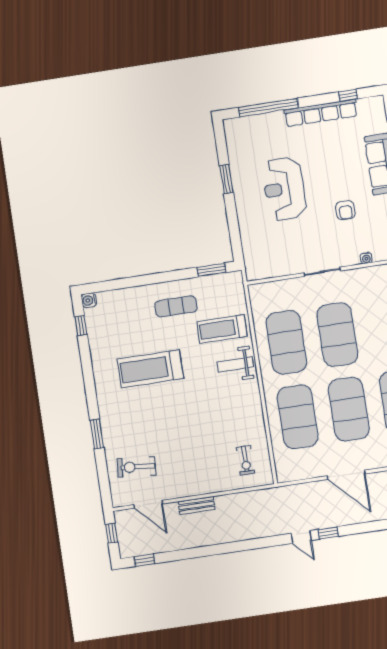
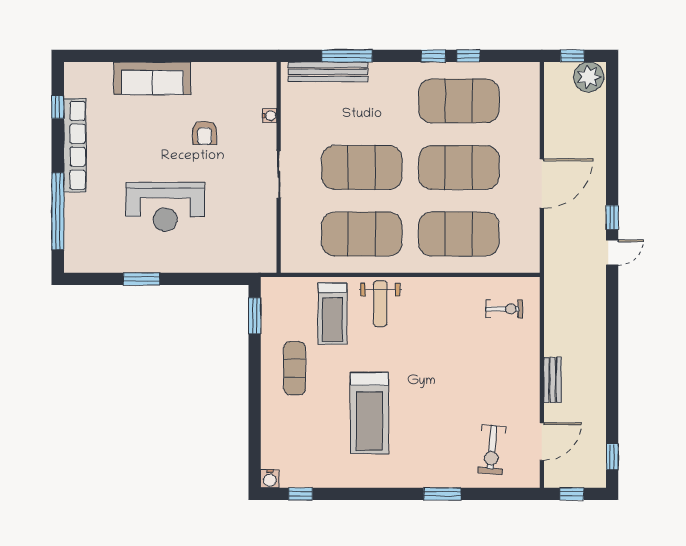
armchair: (345, 210) -> (205, 133), turned 90

